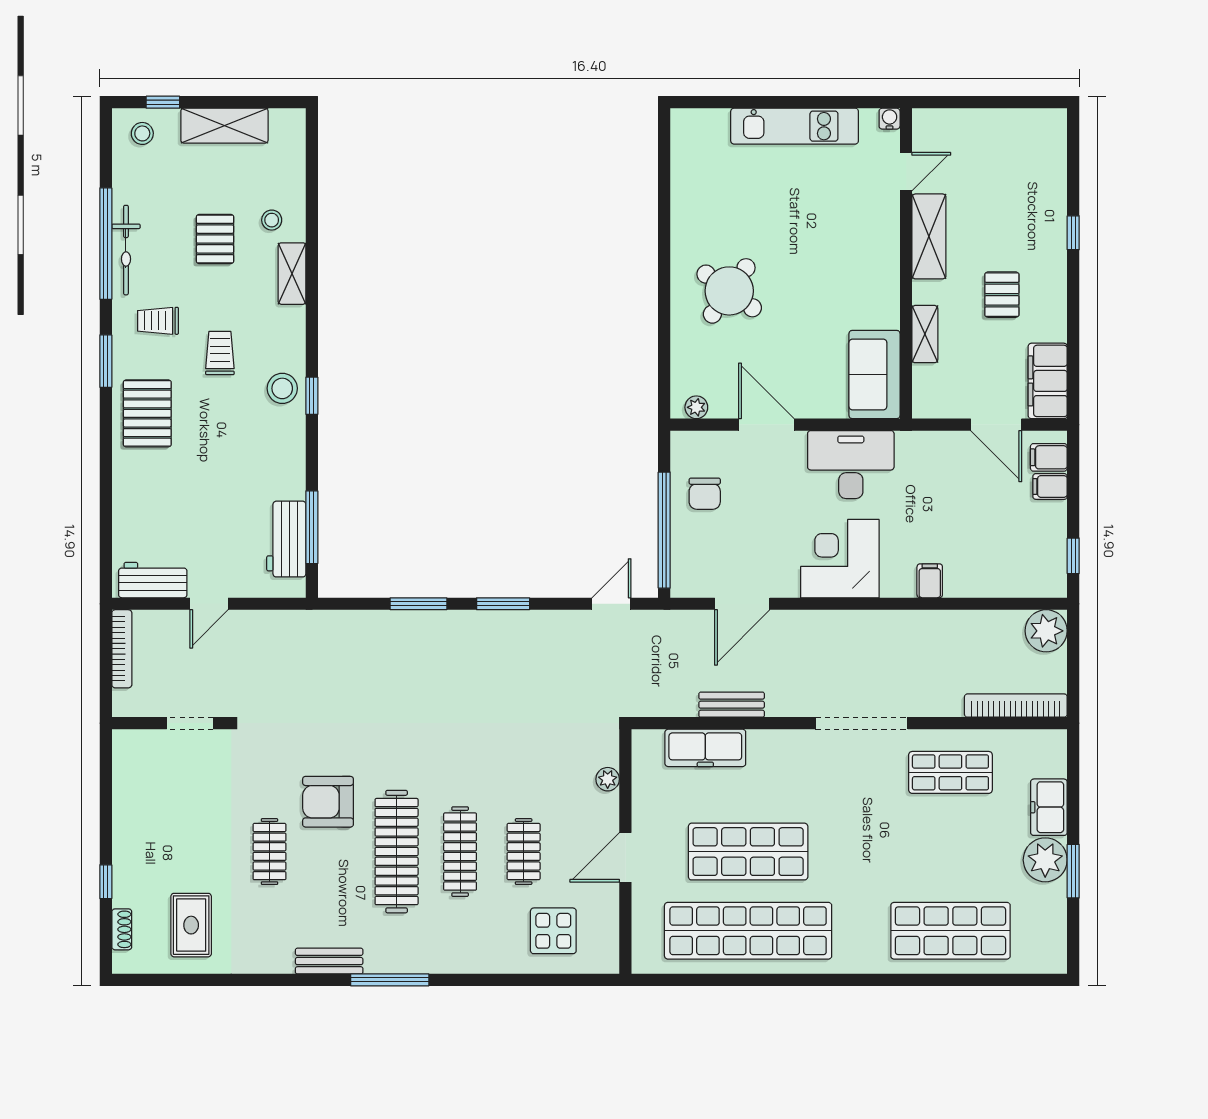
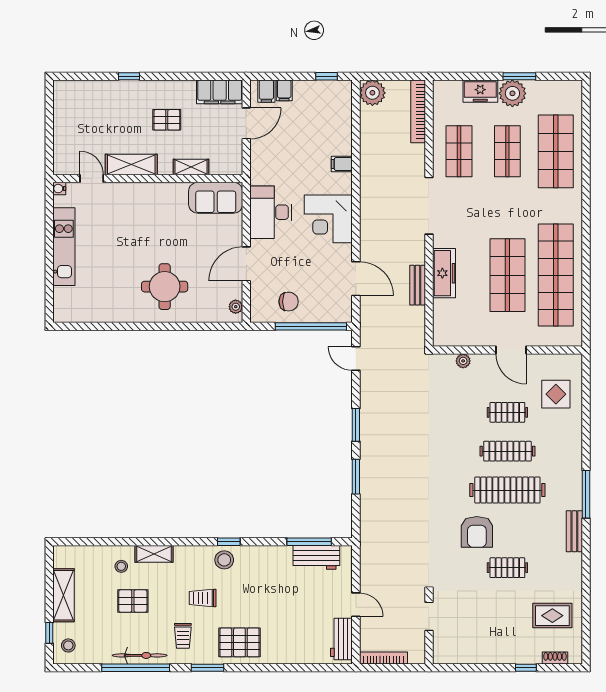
round table: (729, 291) -> (165, 287), turned -36
freezer: (705, 748) -> (444, 273), moved
shop shelf: (950, 852) -> (507, 151), added

